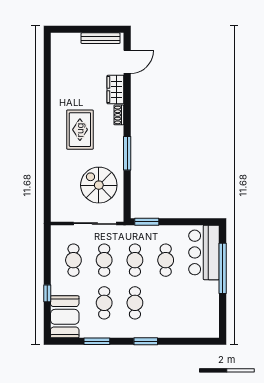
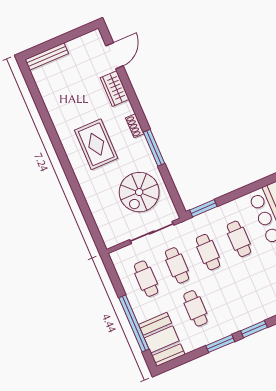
bench: (101, 38) -> (47, 56), moved
shoe rack: (119, 115) -> (135, 126), moved
spiral stairs: (99, 185) -> (139, 192), turned -90
window: (47, 293) -> (134, 323), width x3.17
cafe table: (135, 303) -> (226, 295), removed
window: (97, 341) -> (220, 344), moved

